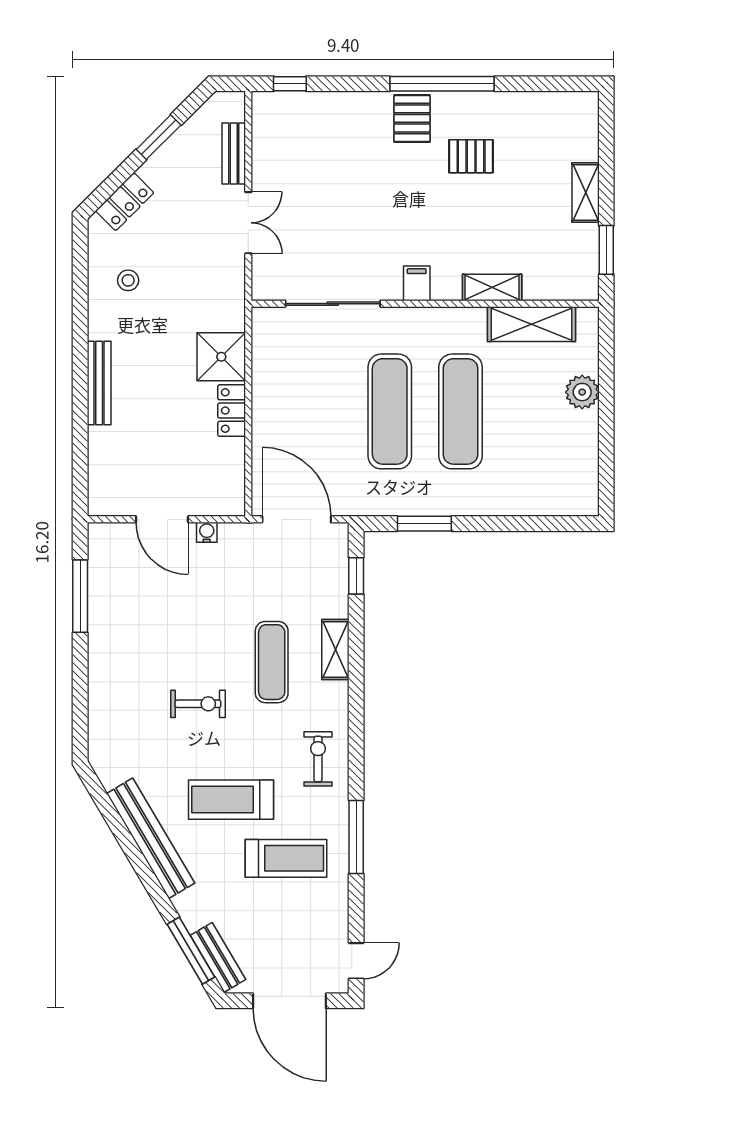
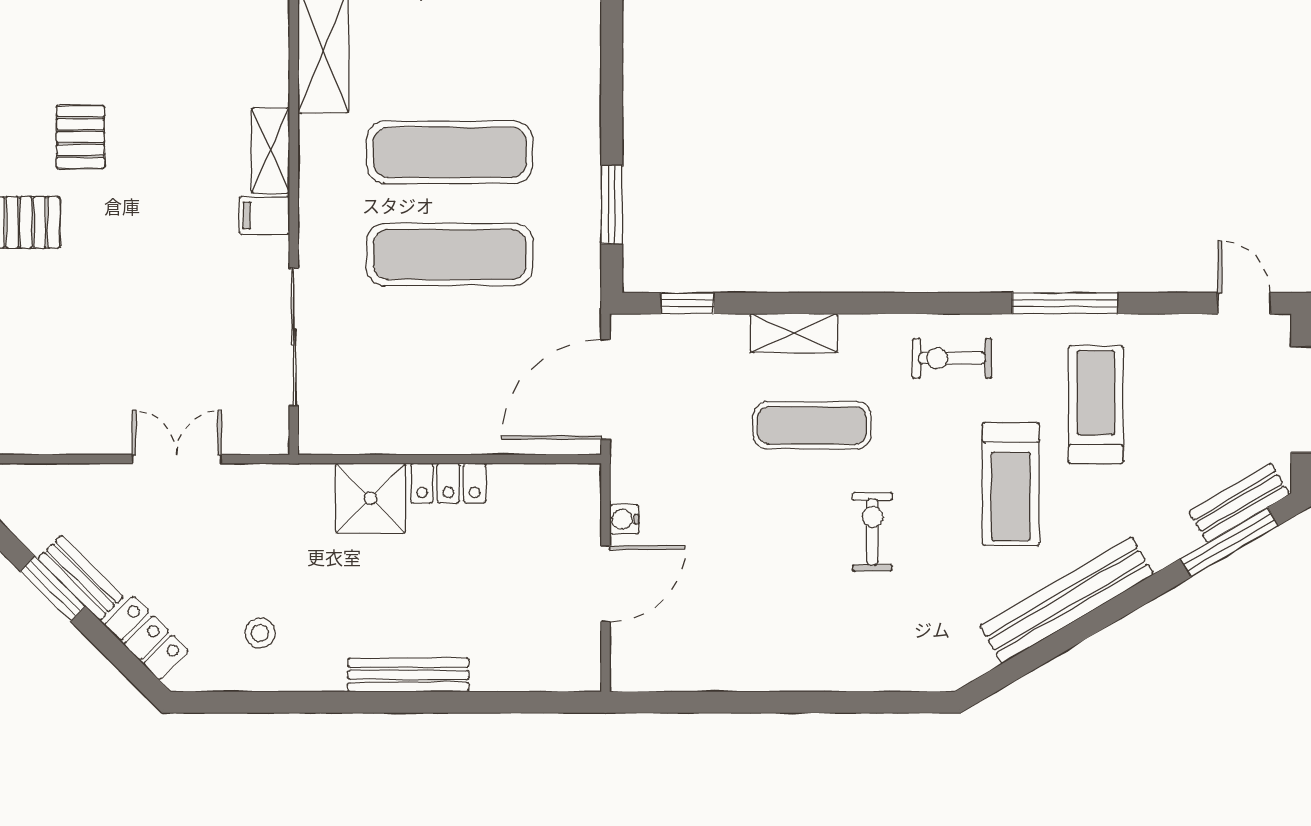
bench: (234, 154) -> (81, 578), moved, turned 45
shelving: (492, 288) -> (270, 151), moved
window: (80, 596) -> (717, 702), removed

